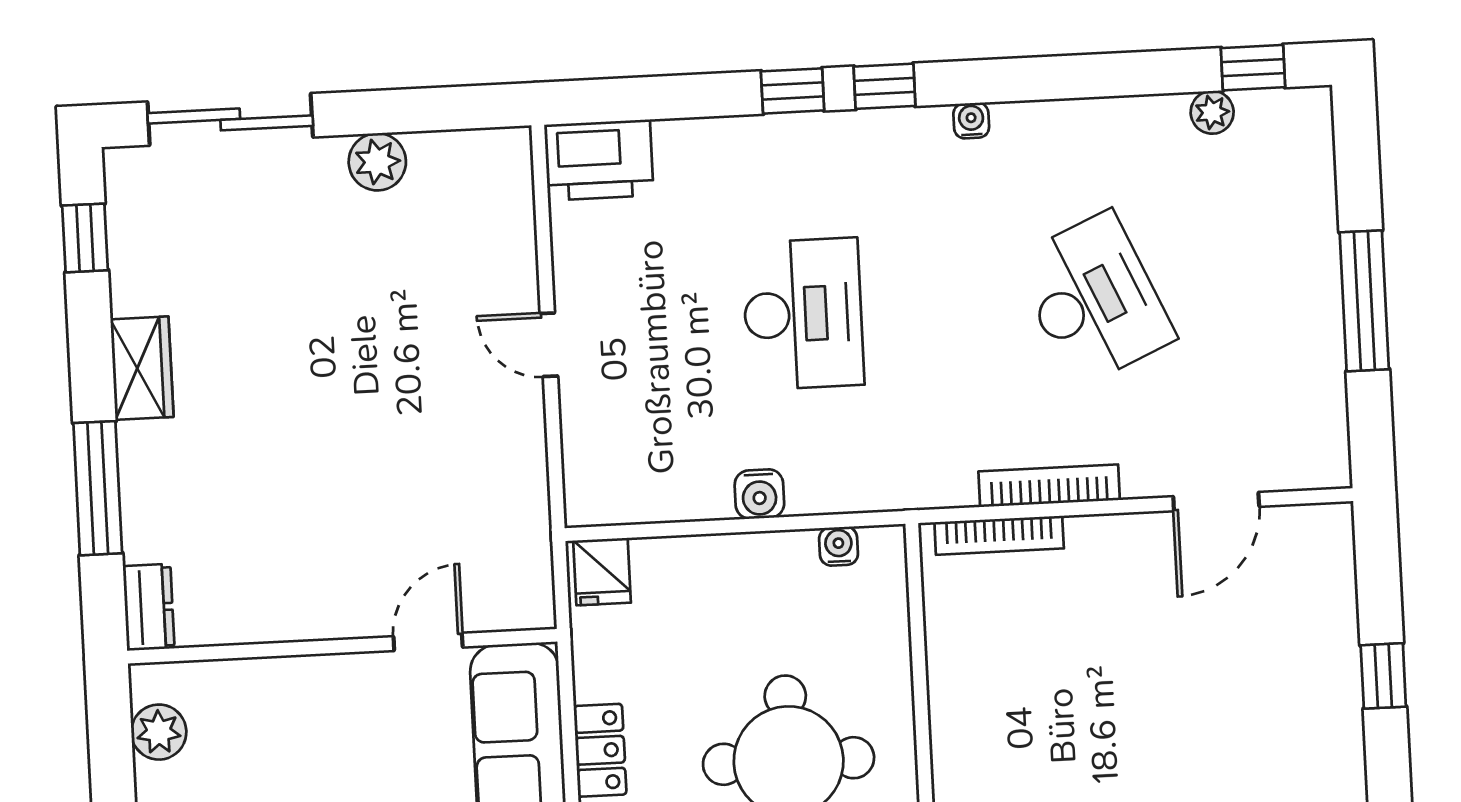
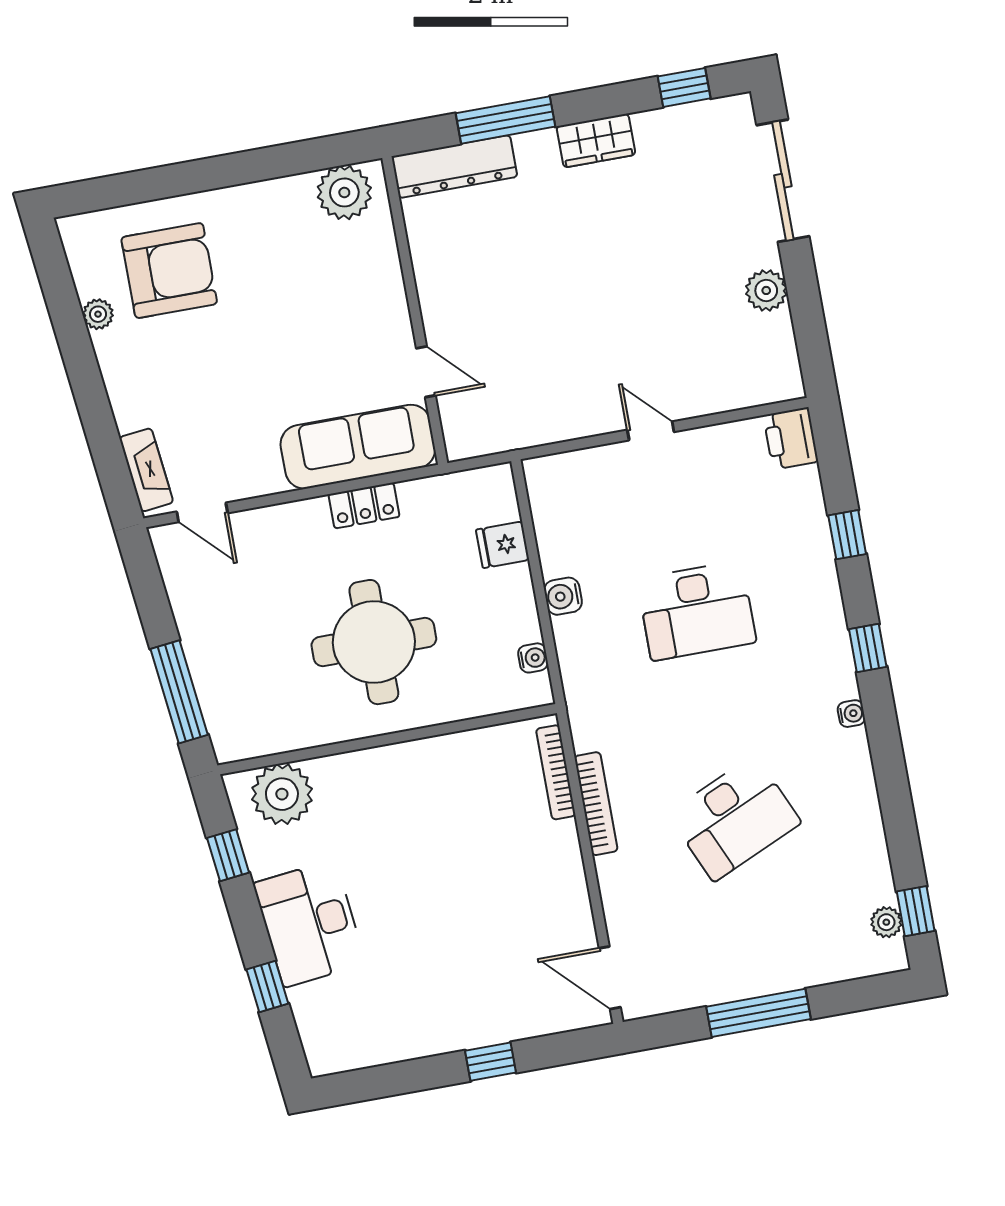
window: (793, 91) -> (847, 535), moved
plant: (1212, 112) -> (886, 922), moved
printer: (599, 160) -> (791, 439), width x0.73, depth x0.84
door: (549, 345) -> (651, 431), hinge flipped
door: (1216, 502) -> (610, 978), moved
fridge: (602, 572) -> (503, 545), moved
dresser: (149, 607) -> (454, 167), width x1.96, depth x1.24
plant: (159, 732) -> (344, 192), width x1.36, depth x1.36

